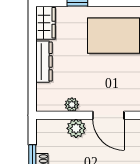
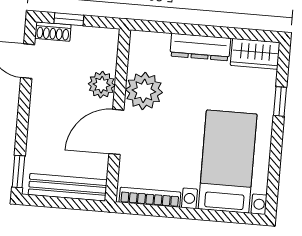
plant: (72, 105) -> (144, 91), width x1.87, depth x1.87

